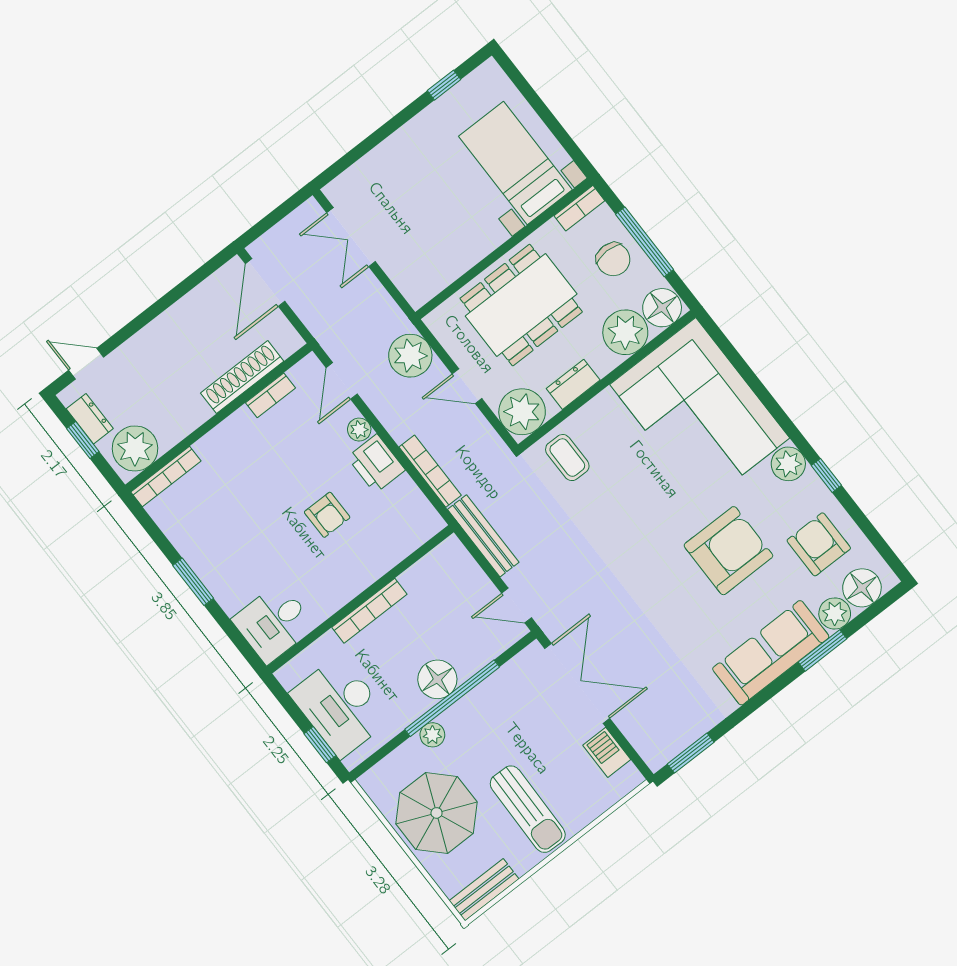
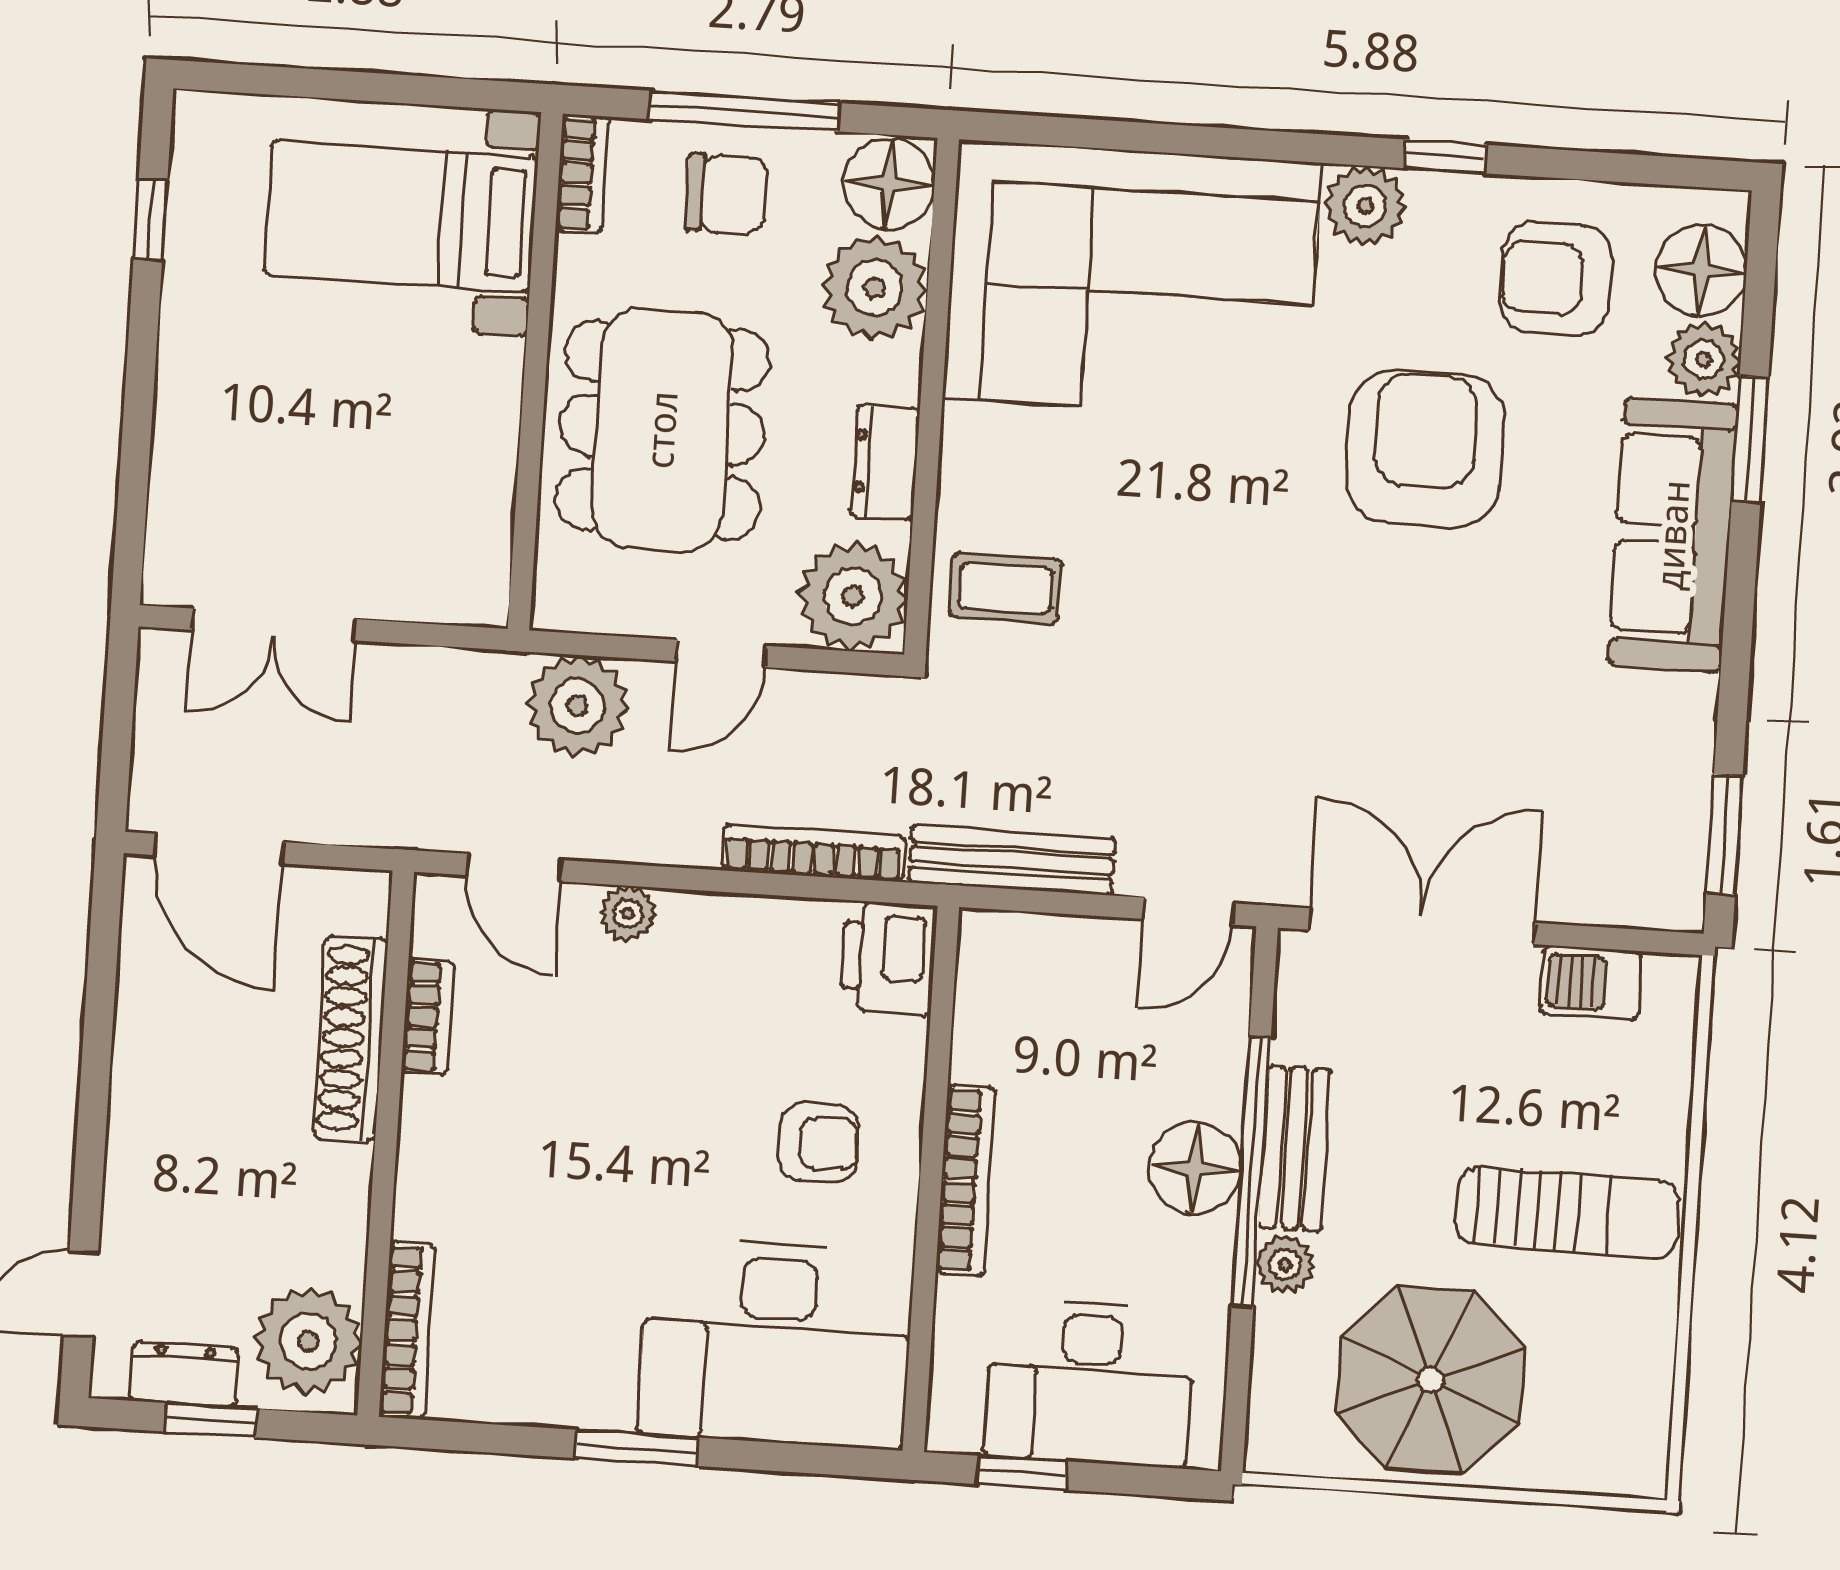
printer: (376, 464) -> (889, 958), moved, turned 90
armchair: (327, 515) -> (819, 1143), moved
desk: (274, 623) -> (776, 1343), width x1.87, depth x1.30
window: (320, 745) -> (1022, 1473), moved
bench: (484, 890) -> (1295, 1149), moved

